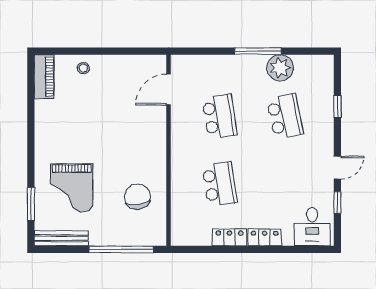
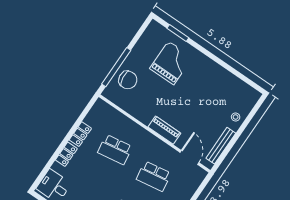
piano: (44, 77) -> (164, 130), moved, turned 180
grand piano: (72, 188) -> (171, 63), turned 90
chair: (137, 197) -> (128, 80), moved
bench: (61, 238) -> (221, 146), moved

